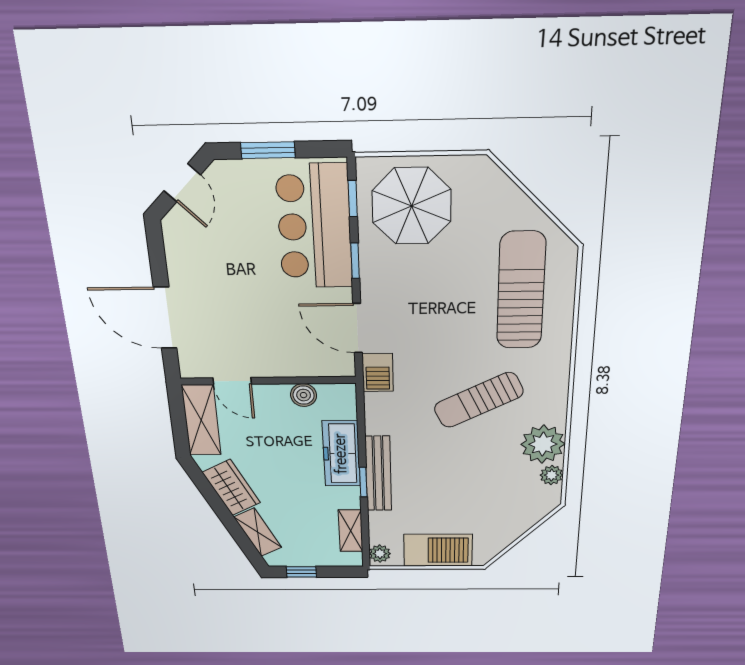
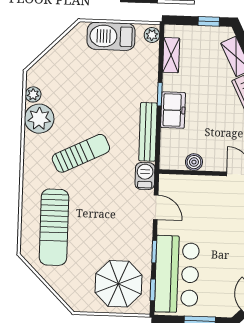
door: (358, 328) -> (156, 207), width x0.73
freezer: (341, 454) -> (173, 110), width x0.71
bench: (378, 474) -> (148, 132), moved

